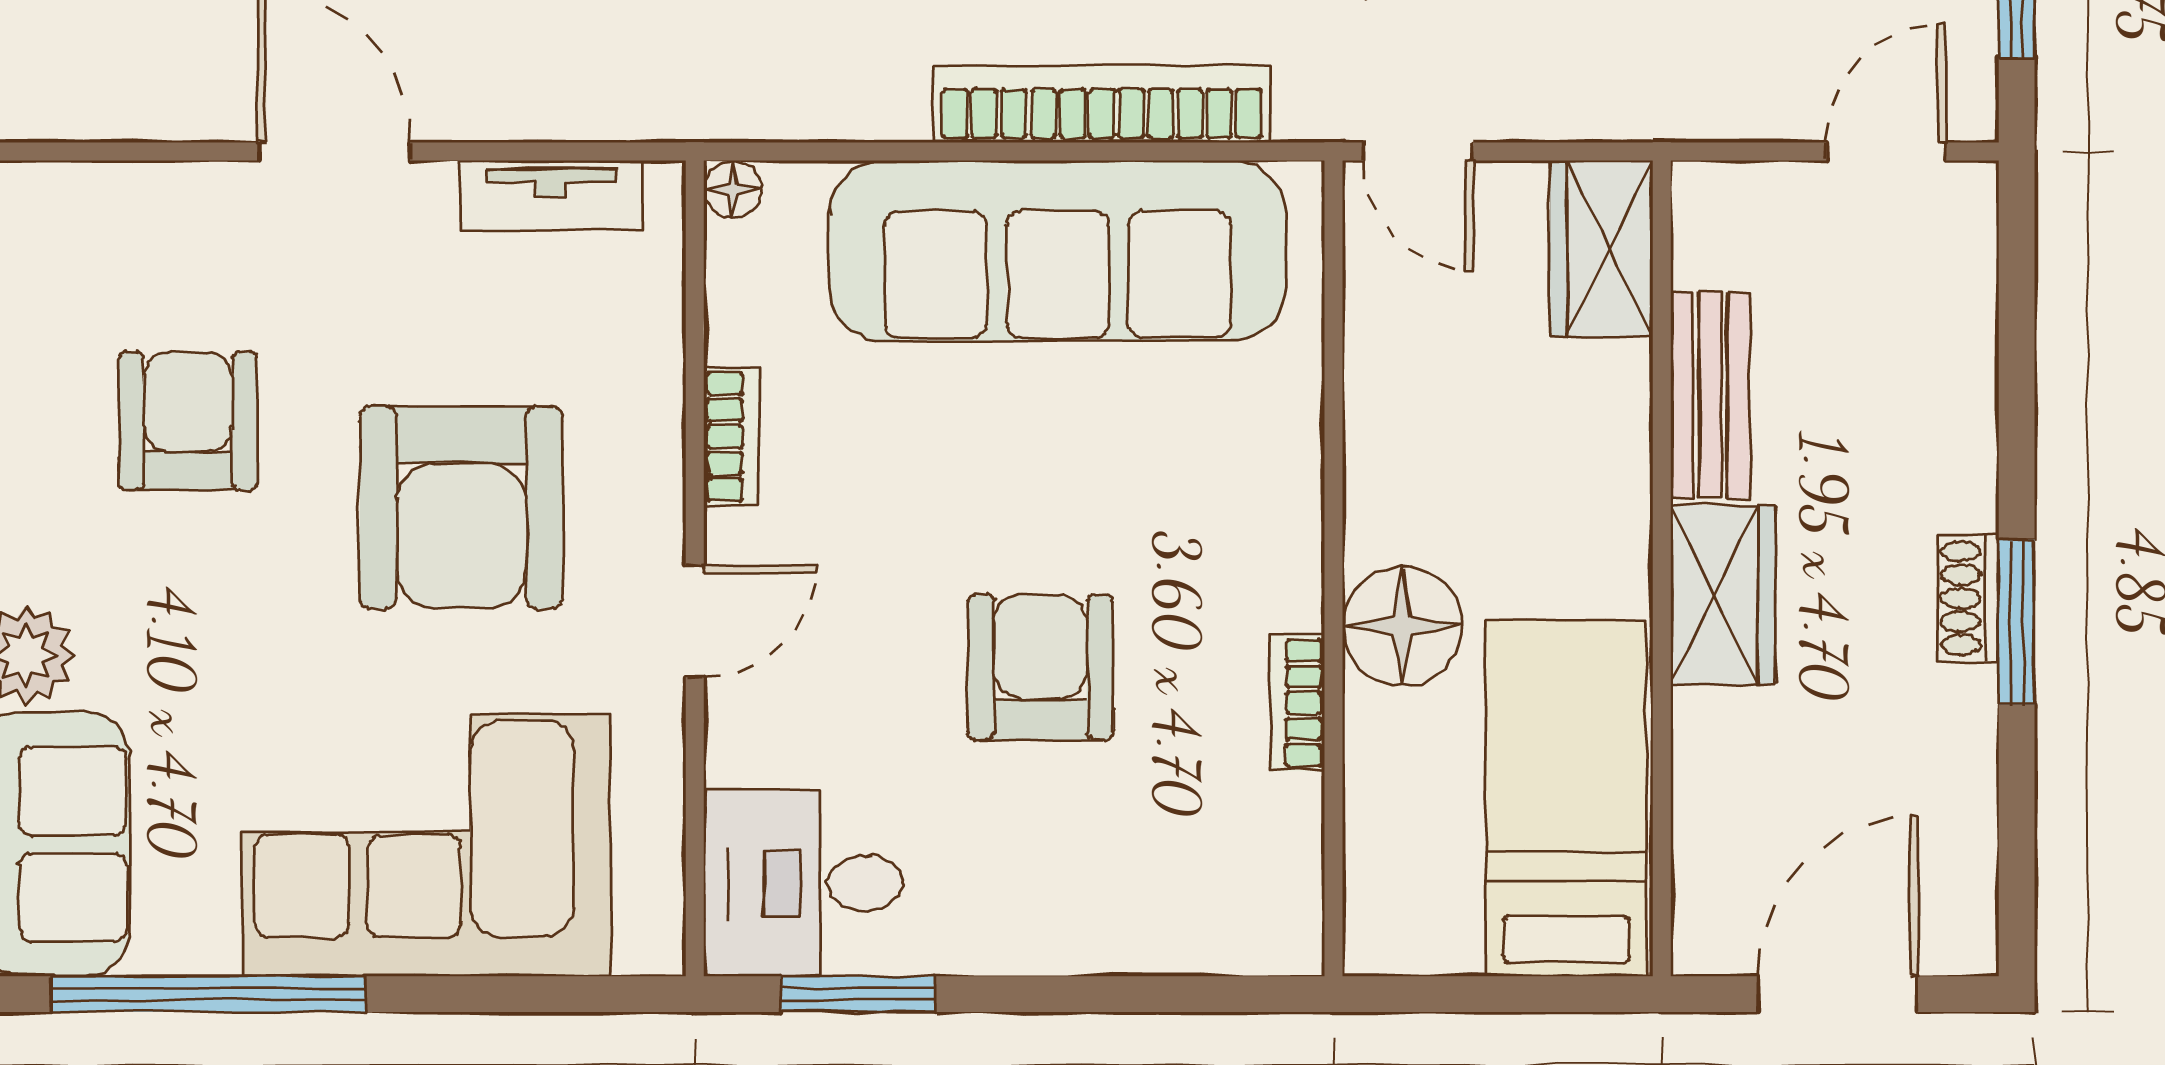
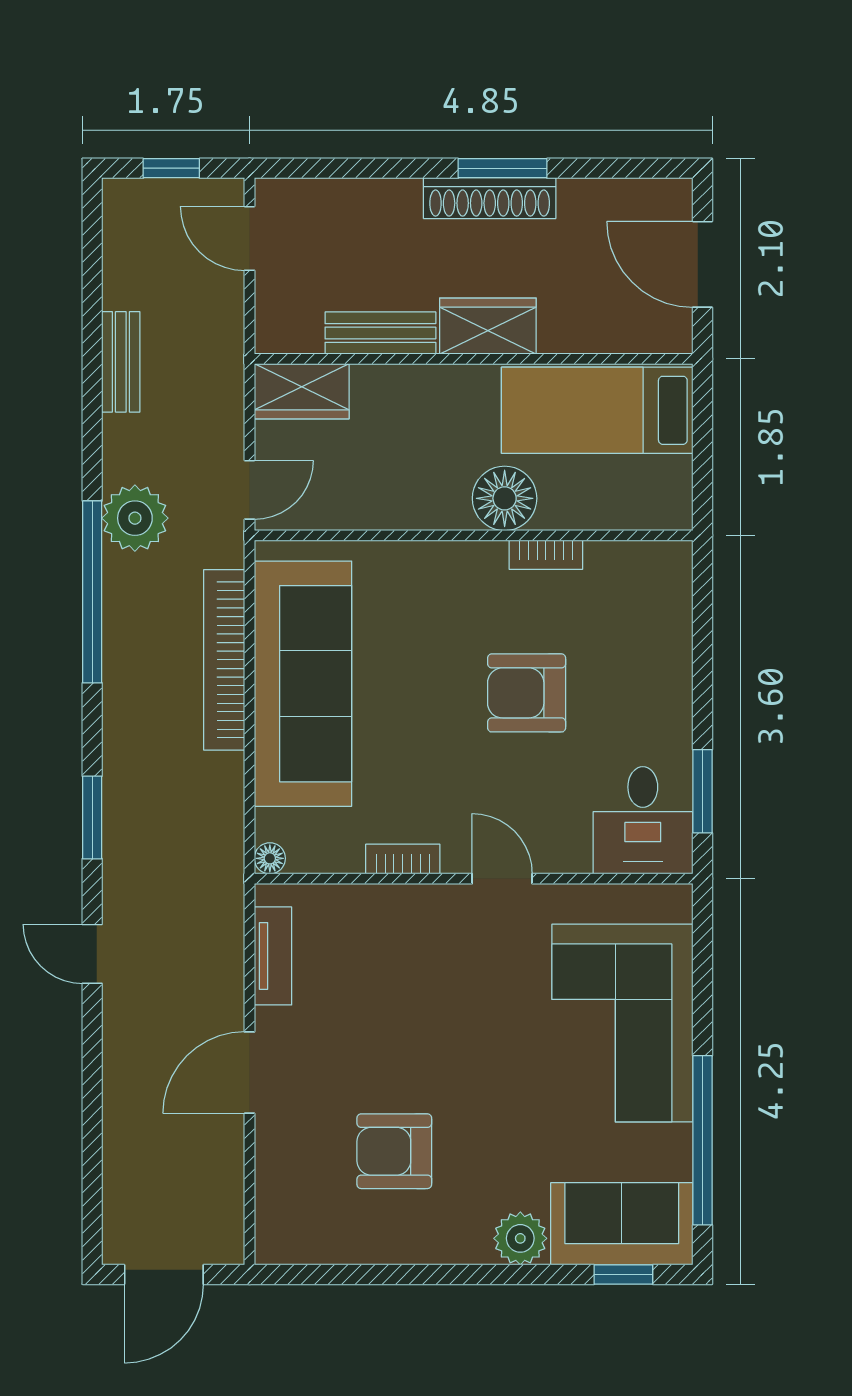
armchair: (461, 507) -> (441, 1004), removed
shoe rack: (1968, 598) -> (490, 198), width x1.94, depth x1.24

